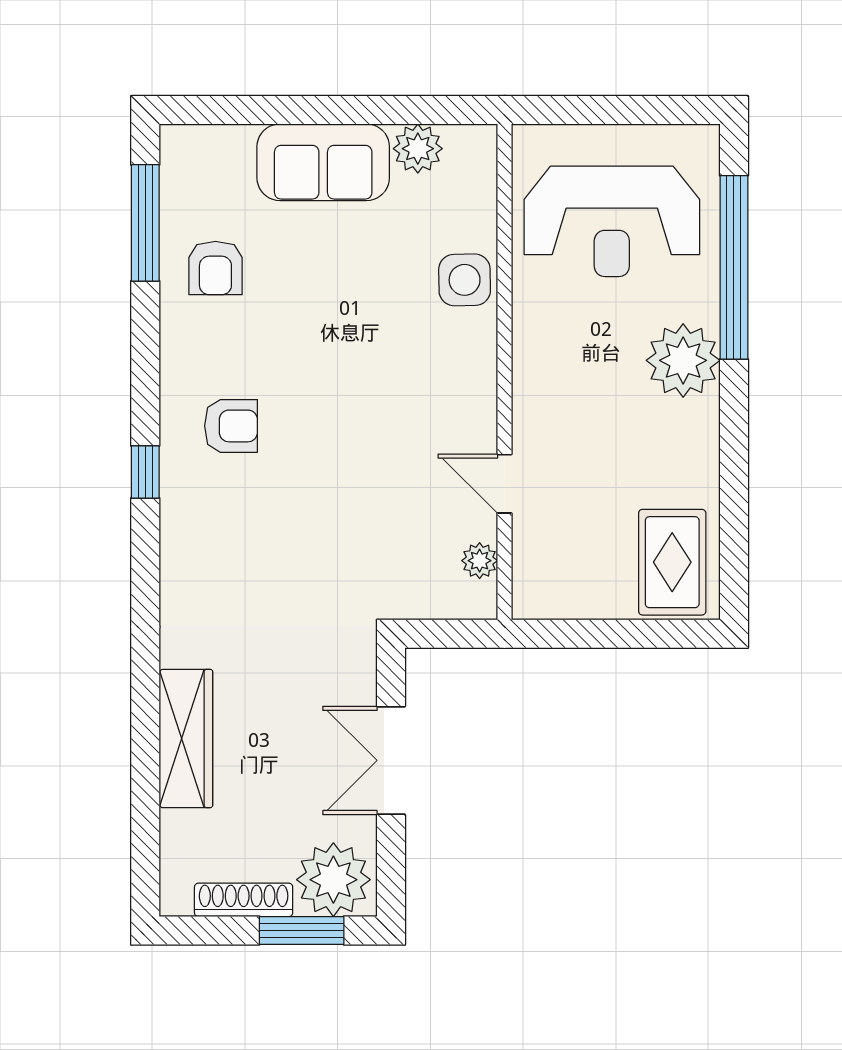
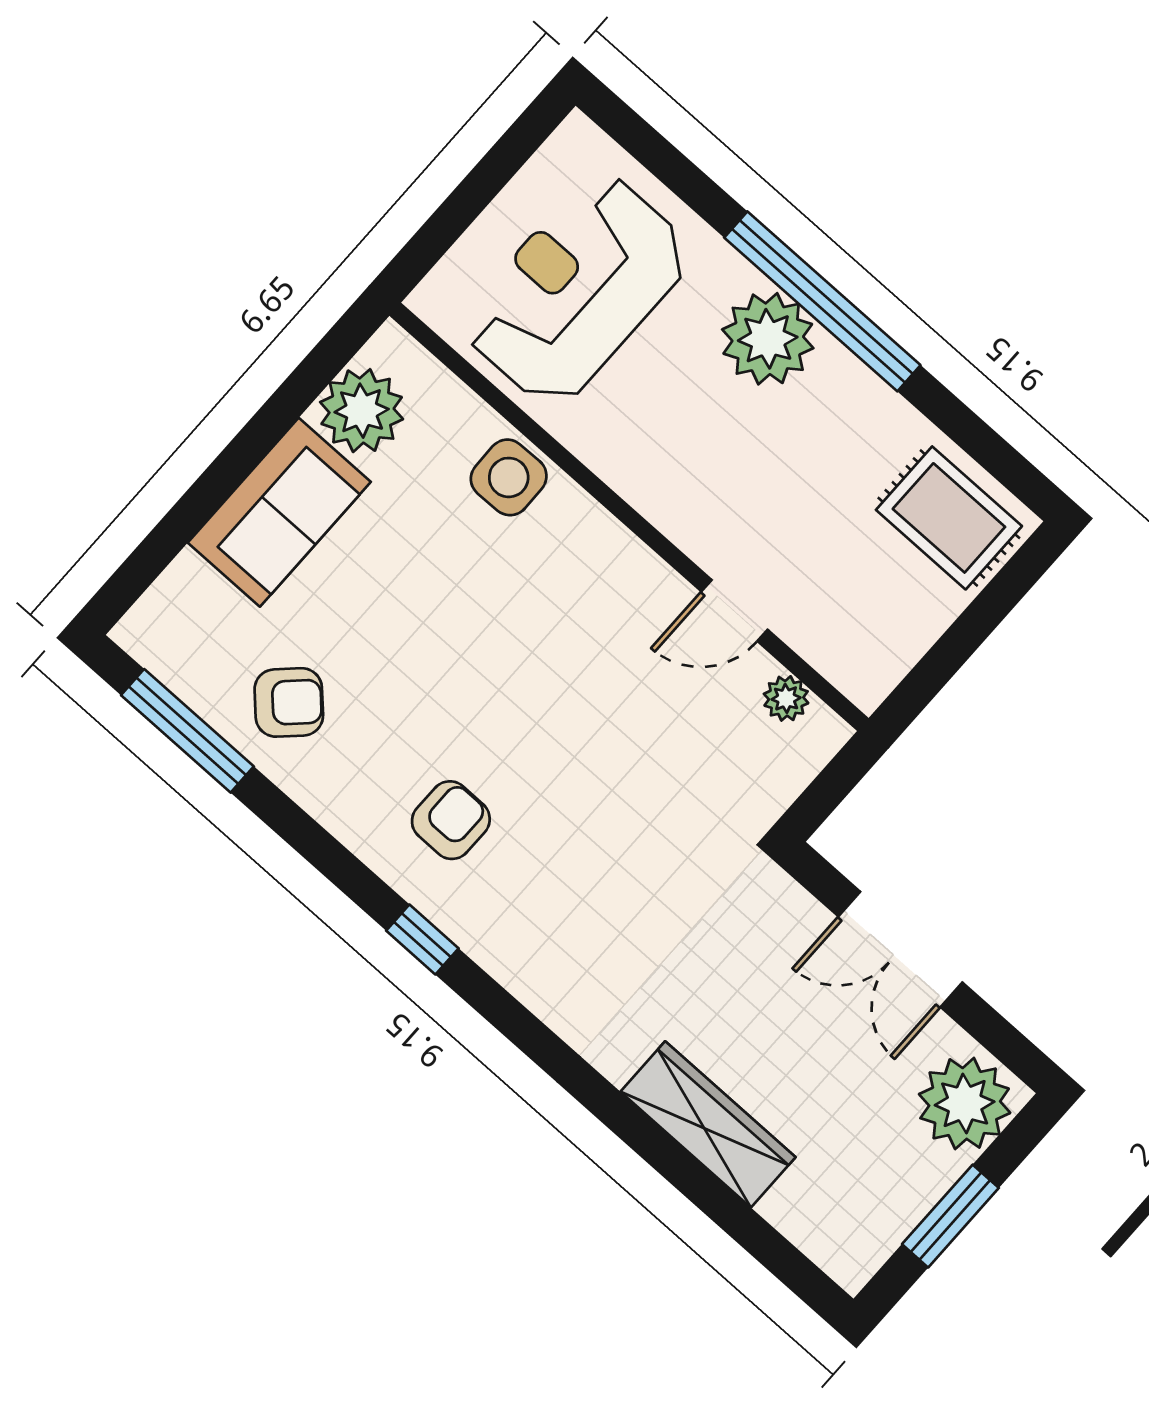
plant: (418, 149) -> (362, 411), width x1.36, depth x1.36
reception desk: (612, 221) -> (577, 290), turned 180
window: (734, 267) -> (822, 301), moved
armchair: (215, 268) -> (289, 702), turned -44
shoe rack: (244, 900) -> (908, 1205), removed
window: (302, 930) -> (950, 1216), moved

